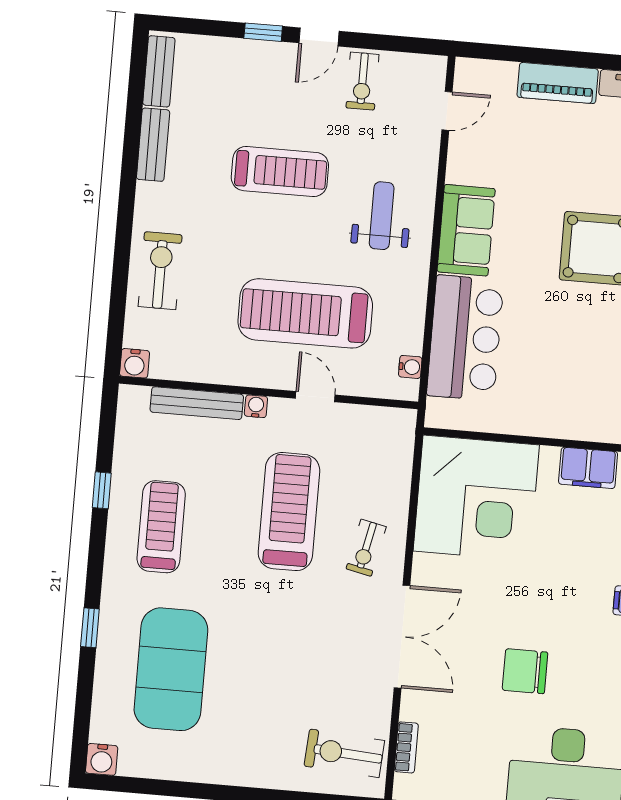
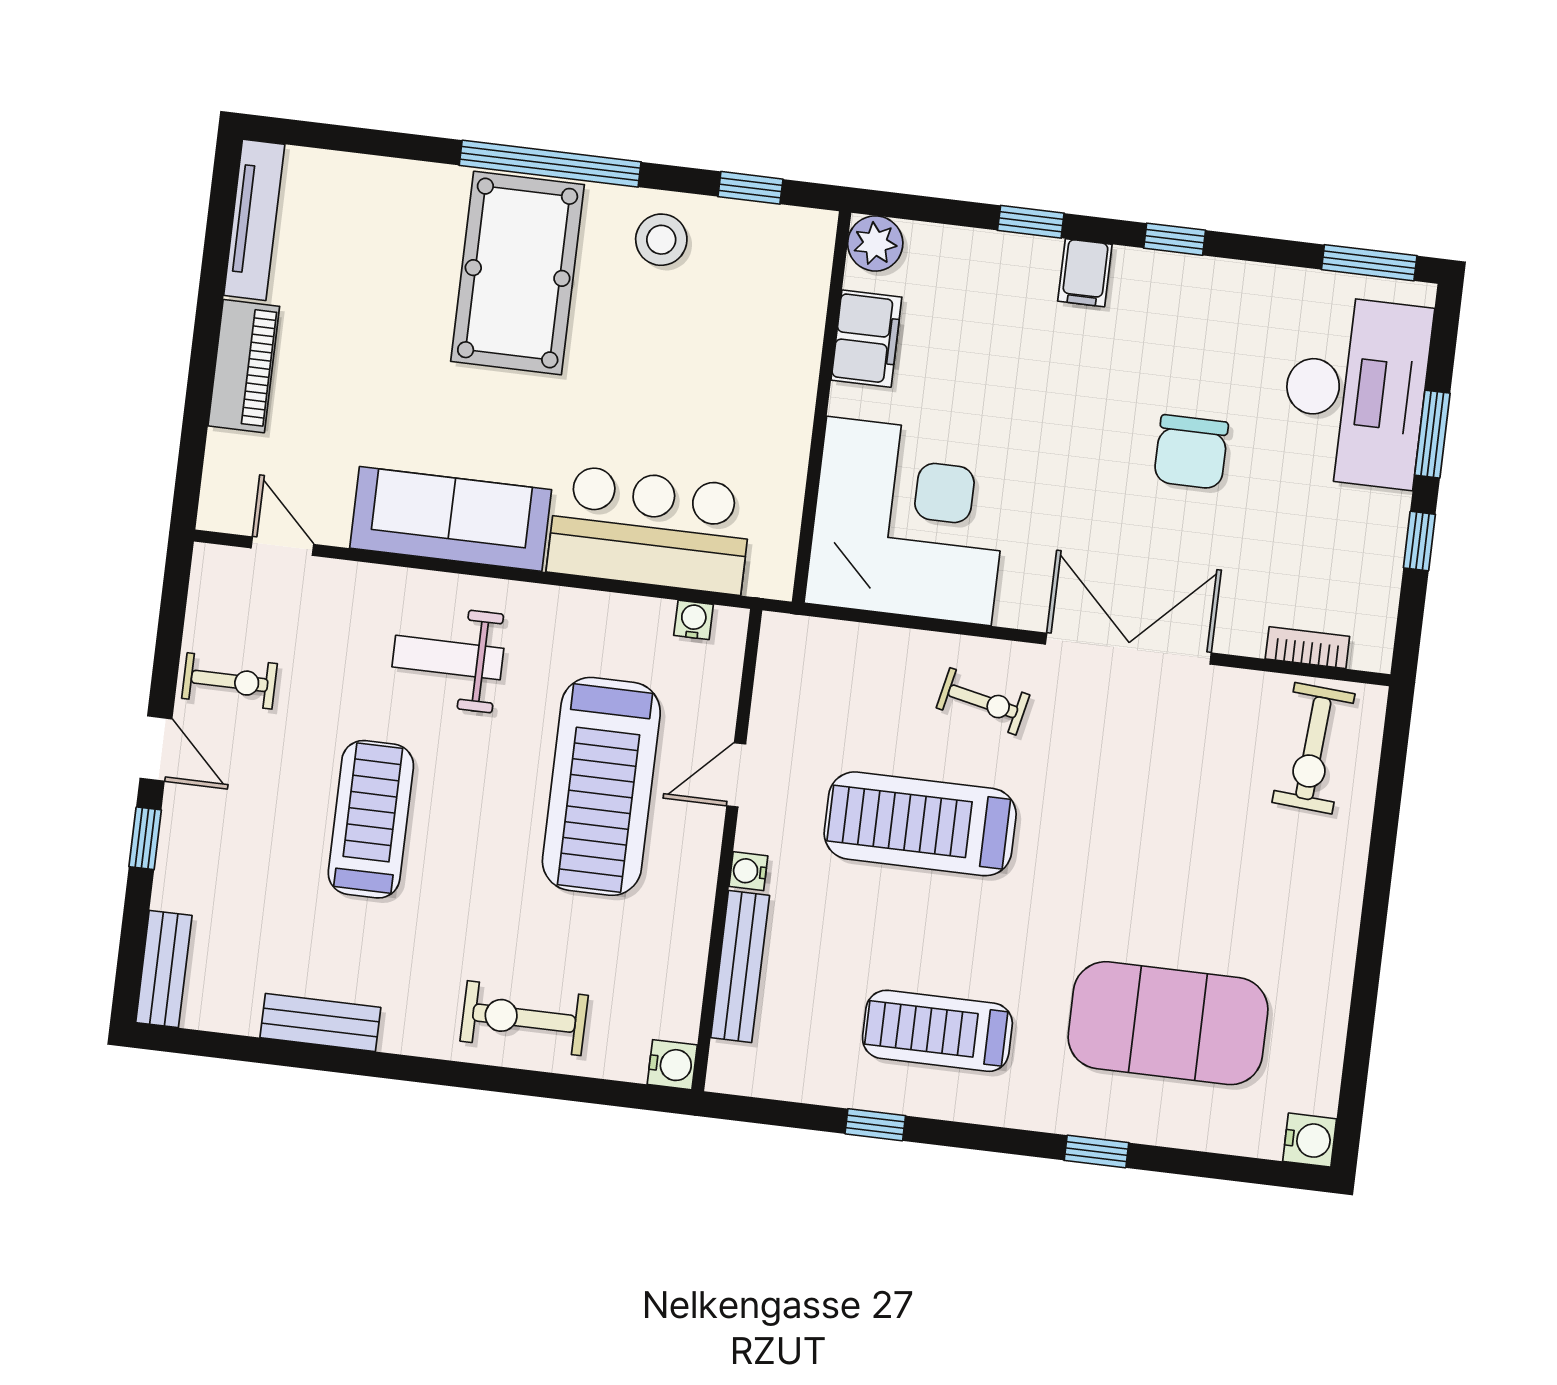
bench: (159, 71) -> (164, 969), moved, turned 90
sofa: (466, 230) -> (451, 519), width x1.36

